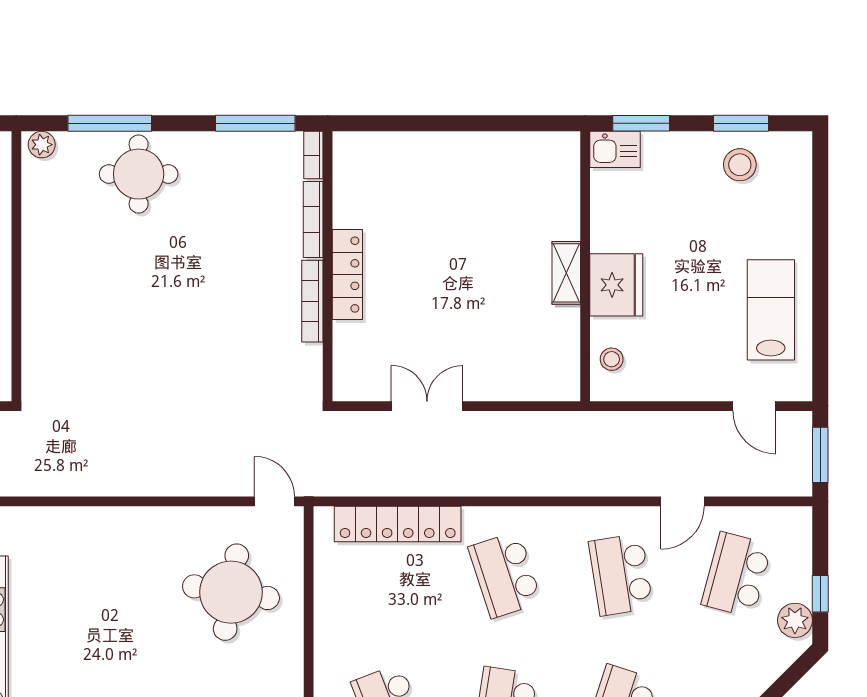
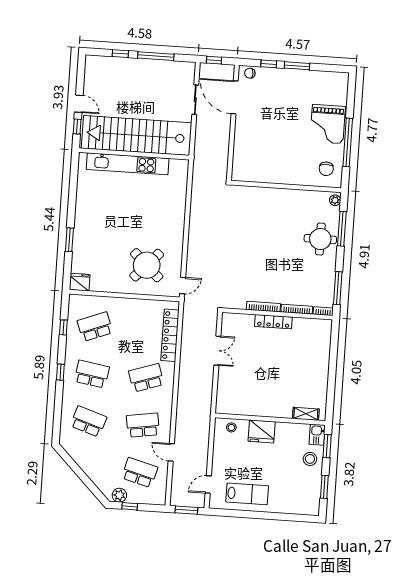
stool: (740, 165) -> (310, 459), moved
shelving: (566, 273) -> (306, 414), moved
round table: (231, 592) -> (147, 265), turned 34

